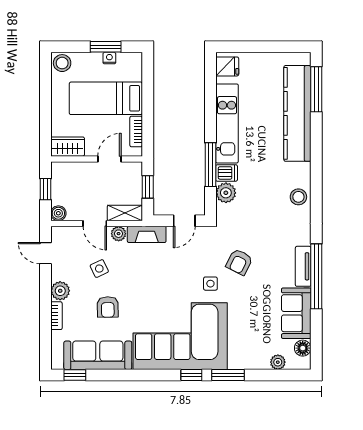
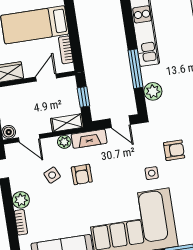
dishwasher: (227, 173) -> (151, 74), removed
door: (184, 221) -> (120, 122), hinge flipped
door: (95, 224) -> (29, 138), moved
armchair: (239, 262) -> (174, 150), turned -117
armchair: (108, 307) -> (82, 175), moved

